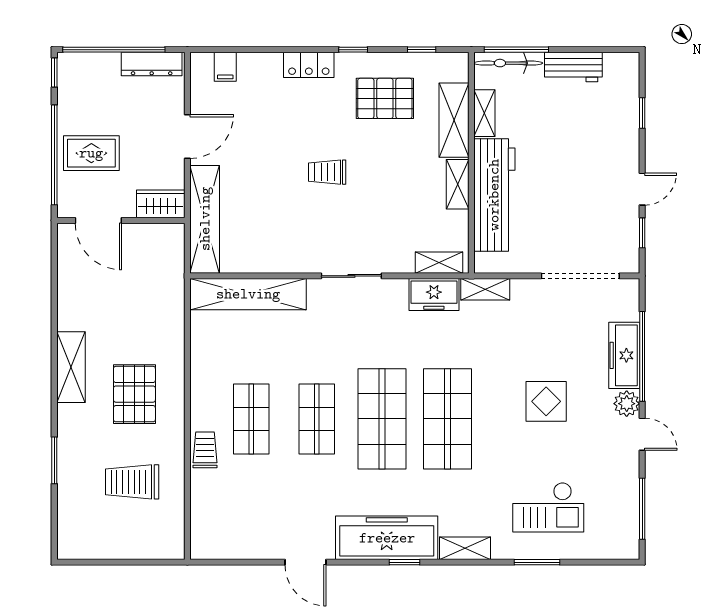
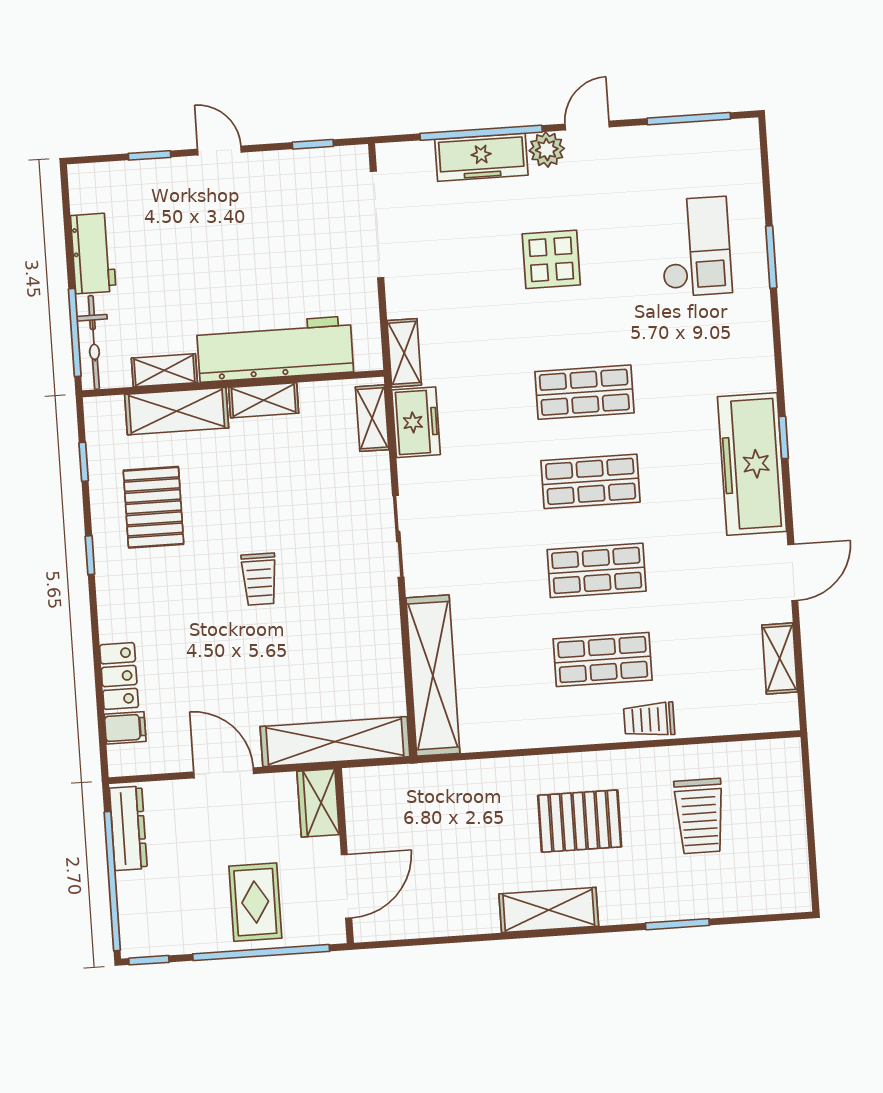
locker: (309, 65) -> (119, 676), moved
door: (642, 189) -> (219, 151), moved
shop shelf: (382, 419) -> (591, 481), width x0.70, depth x0.74
shop shelf: (447, 419) -> (584, 392), width x0.70, depth x0.74
shelving: (465, 548) -> (780, 658), moved

